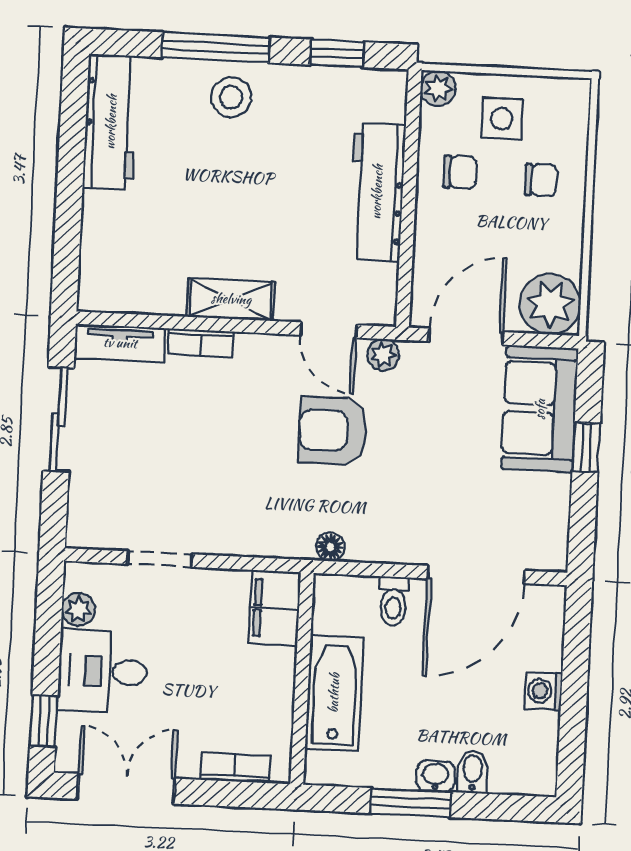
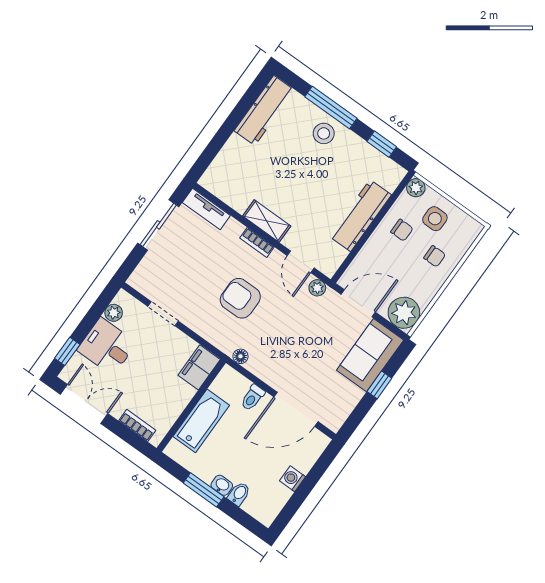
bookcase: (201, 343) -> (257, 243), moved
armchair: (333, 431) -> (240, 298), moved

